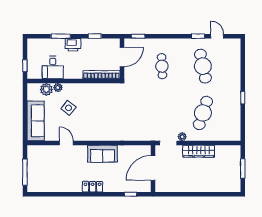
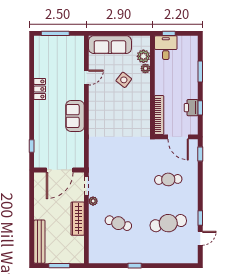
printer: (73, 45) -> (191, 108), moved
desk: (53, 68) -> (166, 48), moved, turned 90
cafe table: (203, 113) -> (118, 223), width x0.73, depth x0.74
door: (153, 168) -> (60, 170), swing flipped
locker: (92, 187) -> (40, 89), moved
bench: (220, 187) -> (39, 242), added

